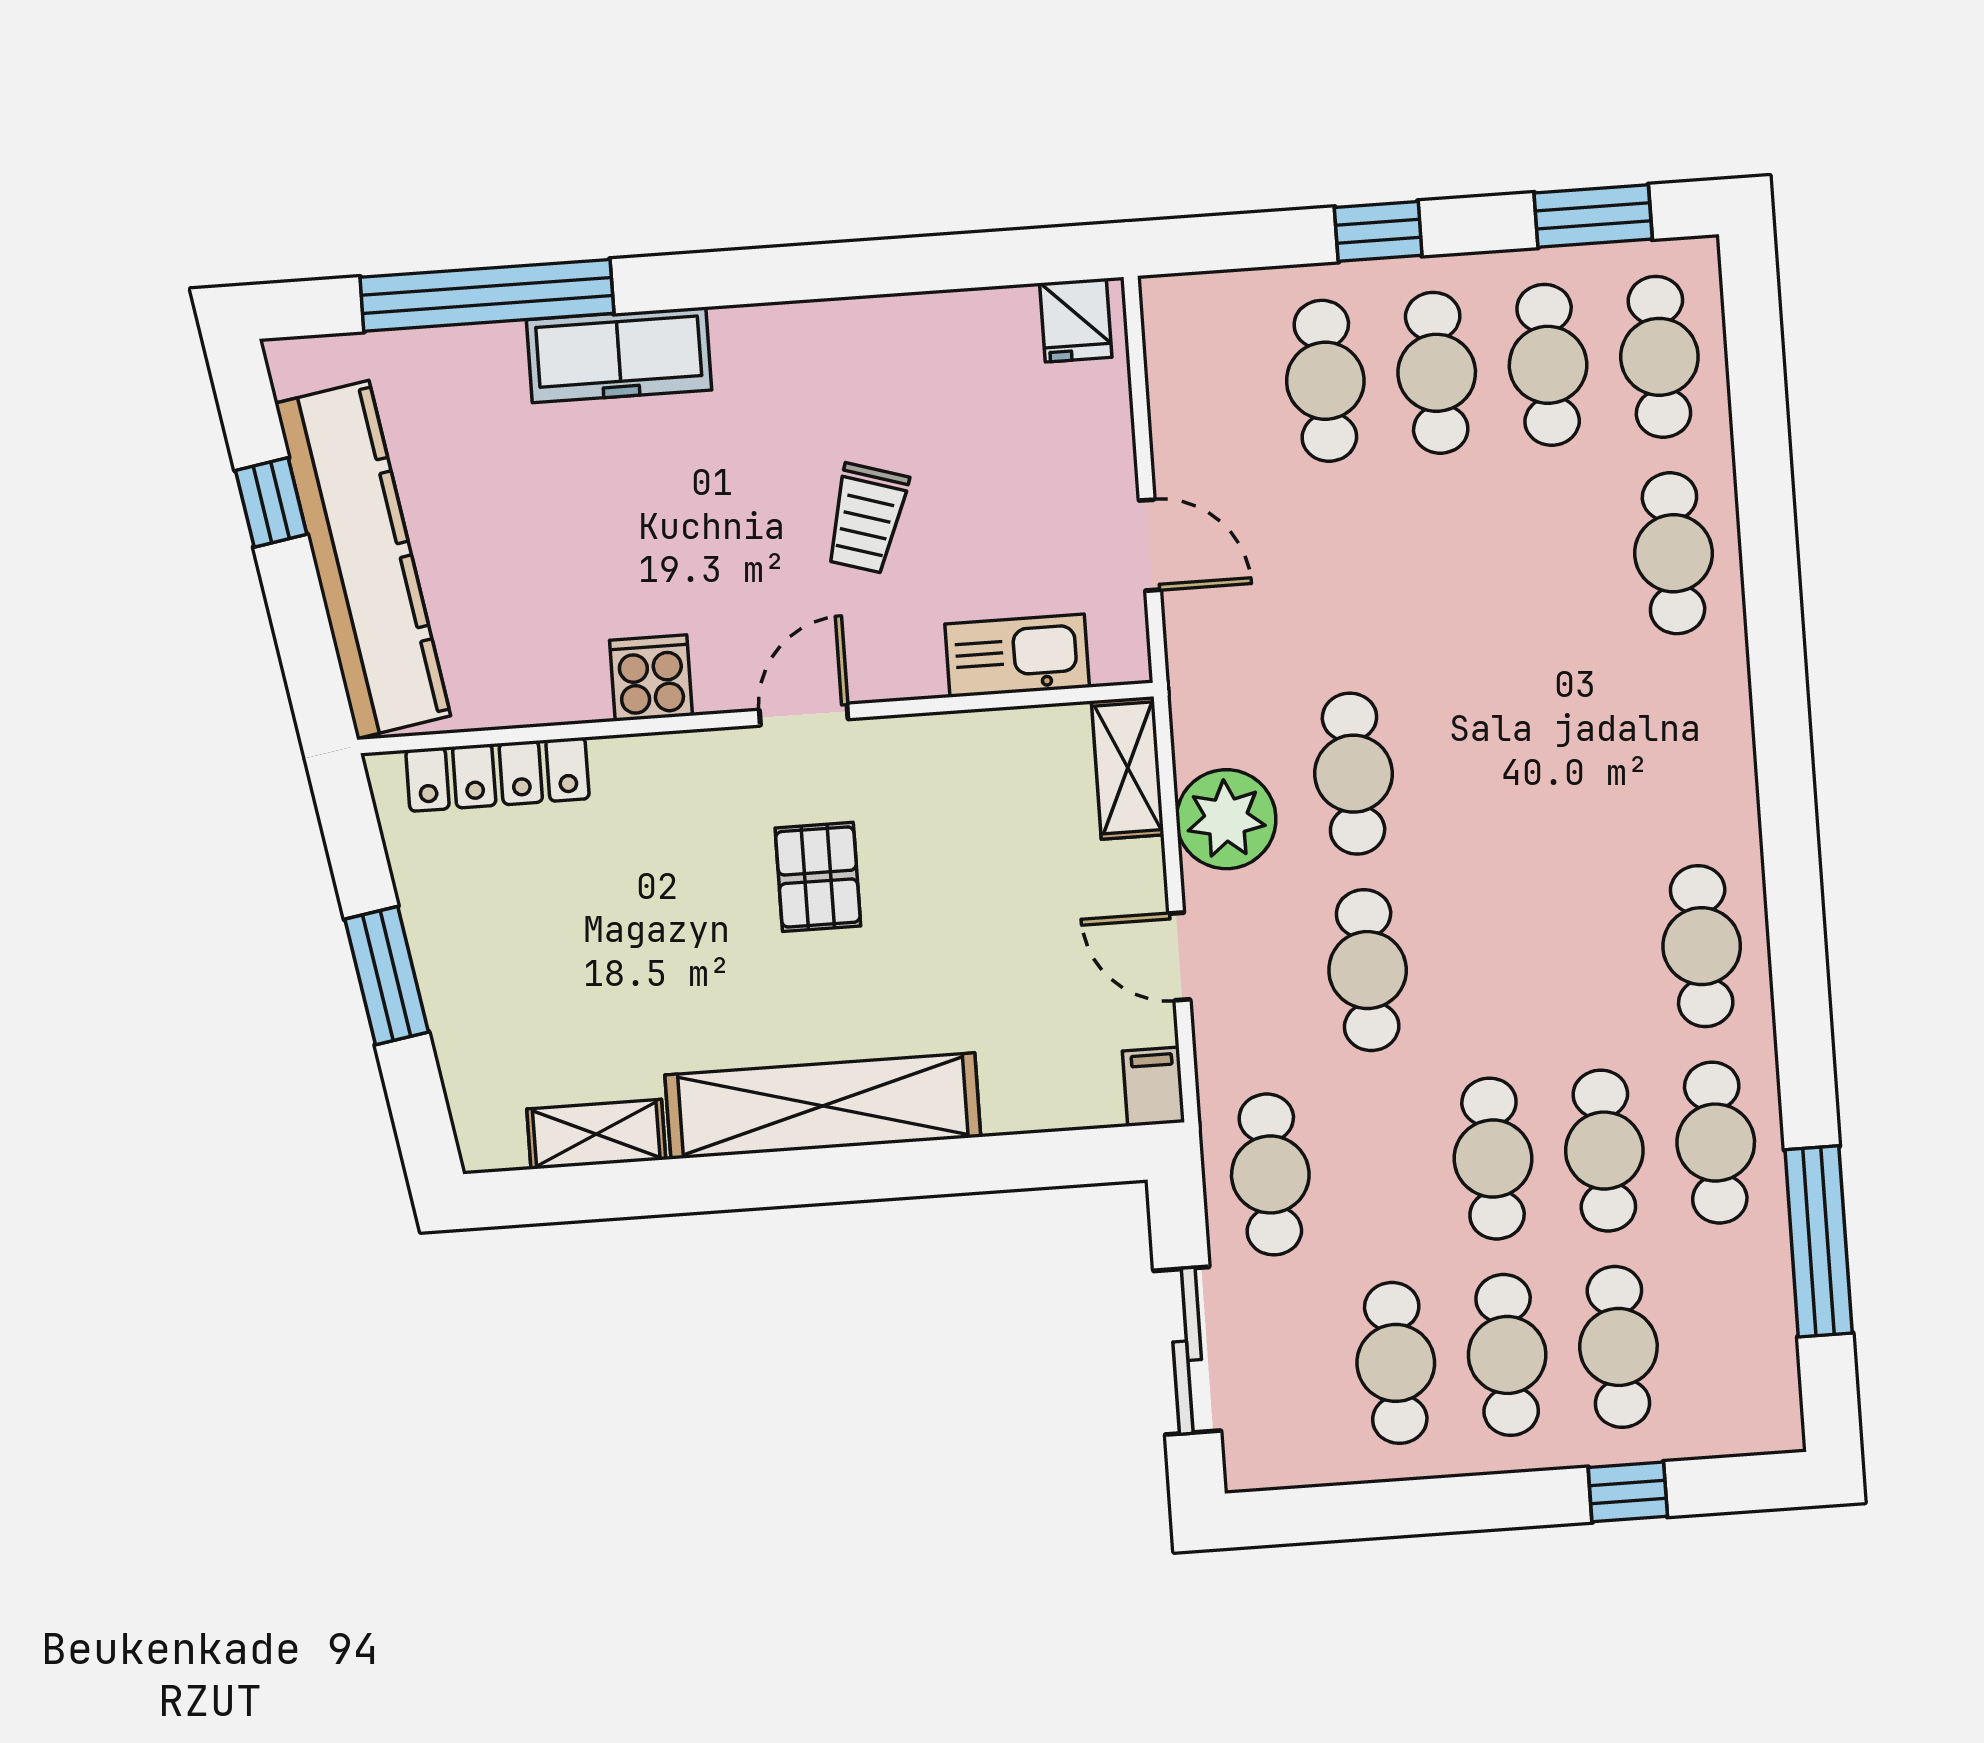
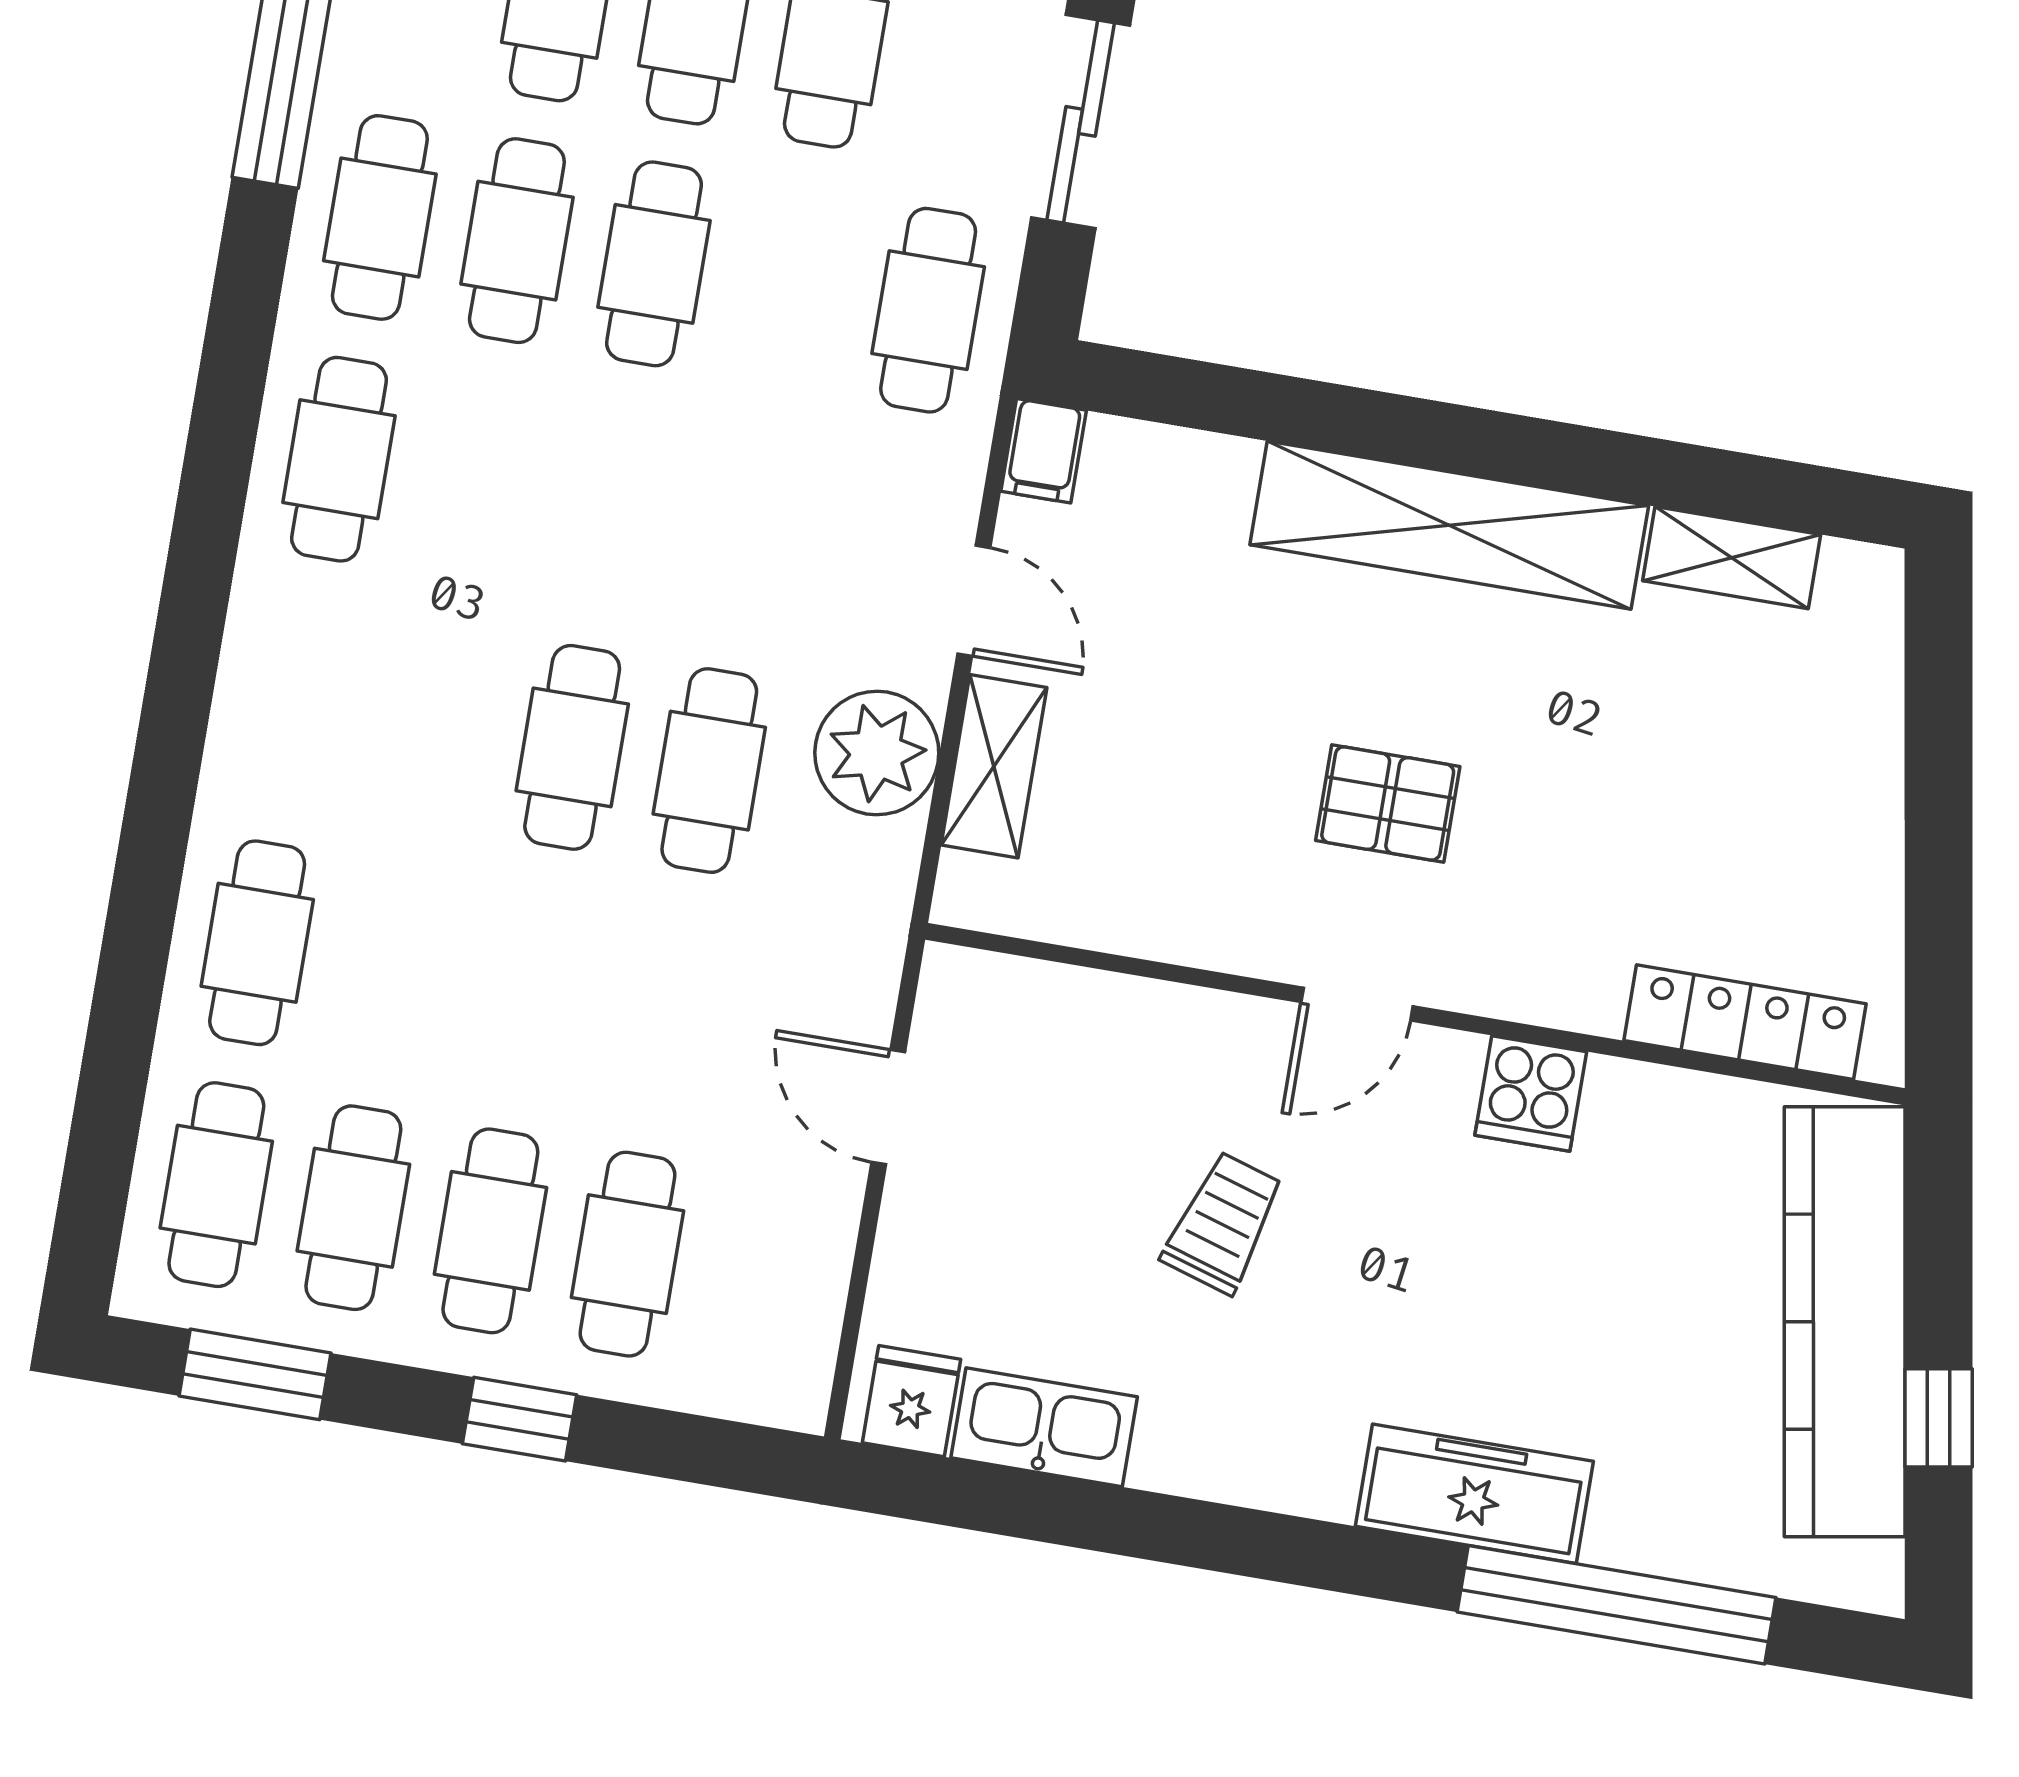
kitchen sink: (1017, 656) -> (1044, 1427), moved, turned 180
shelving: (1128, 768) -> (994, 766), moved
pallet: (818, 877) -> (1388, 804), turned 90
cafe table: (1368, 970) -> (572, 747), moved
window: (387, 976) -> (1939, 811), removed

